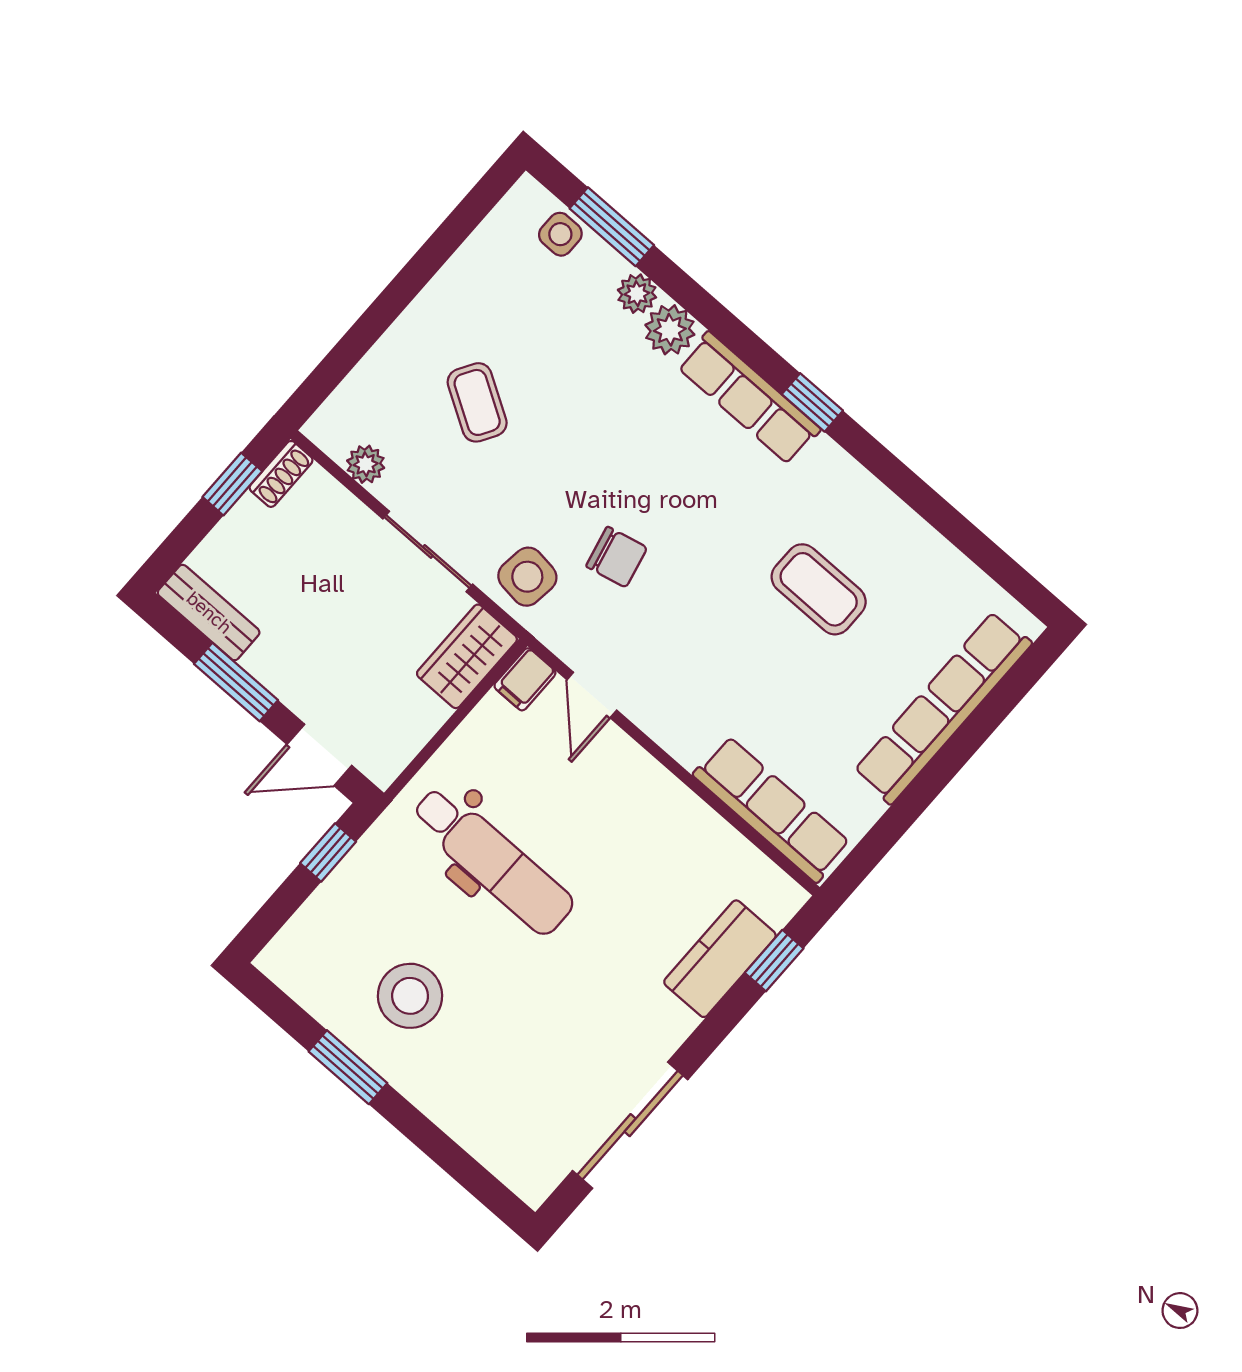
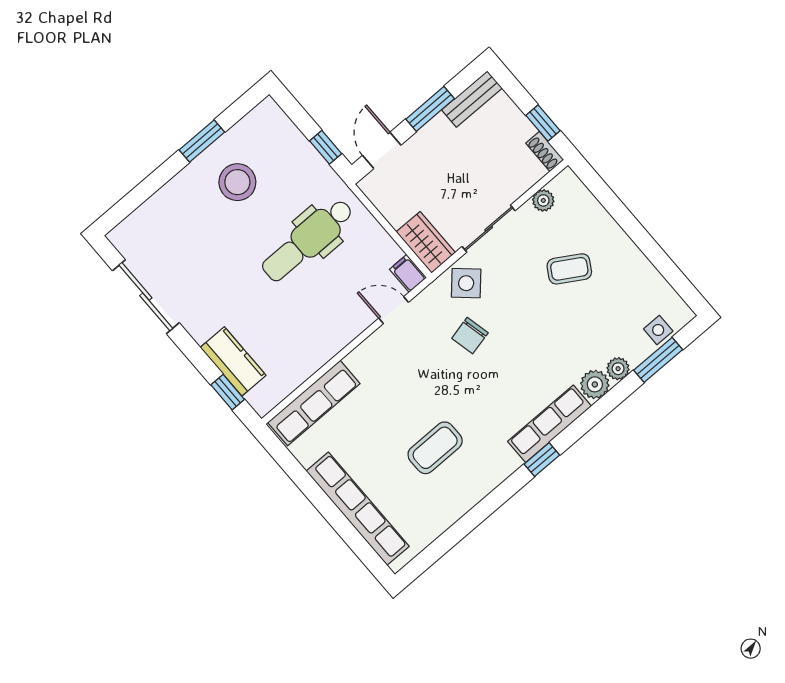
side table: (527, 577) -> (466, 283), turned 35

